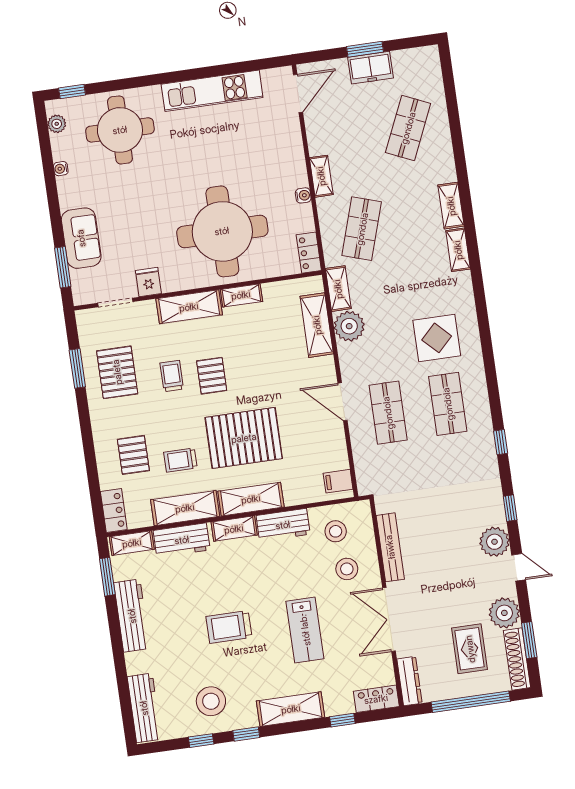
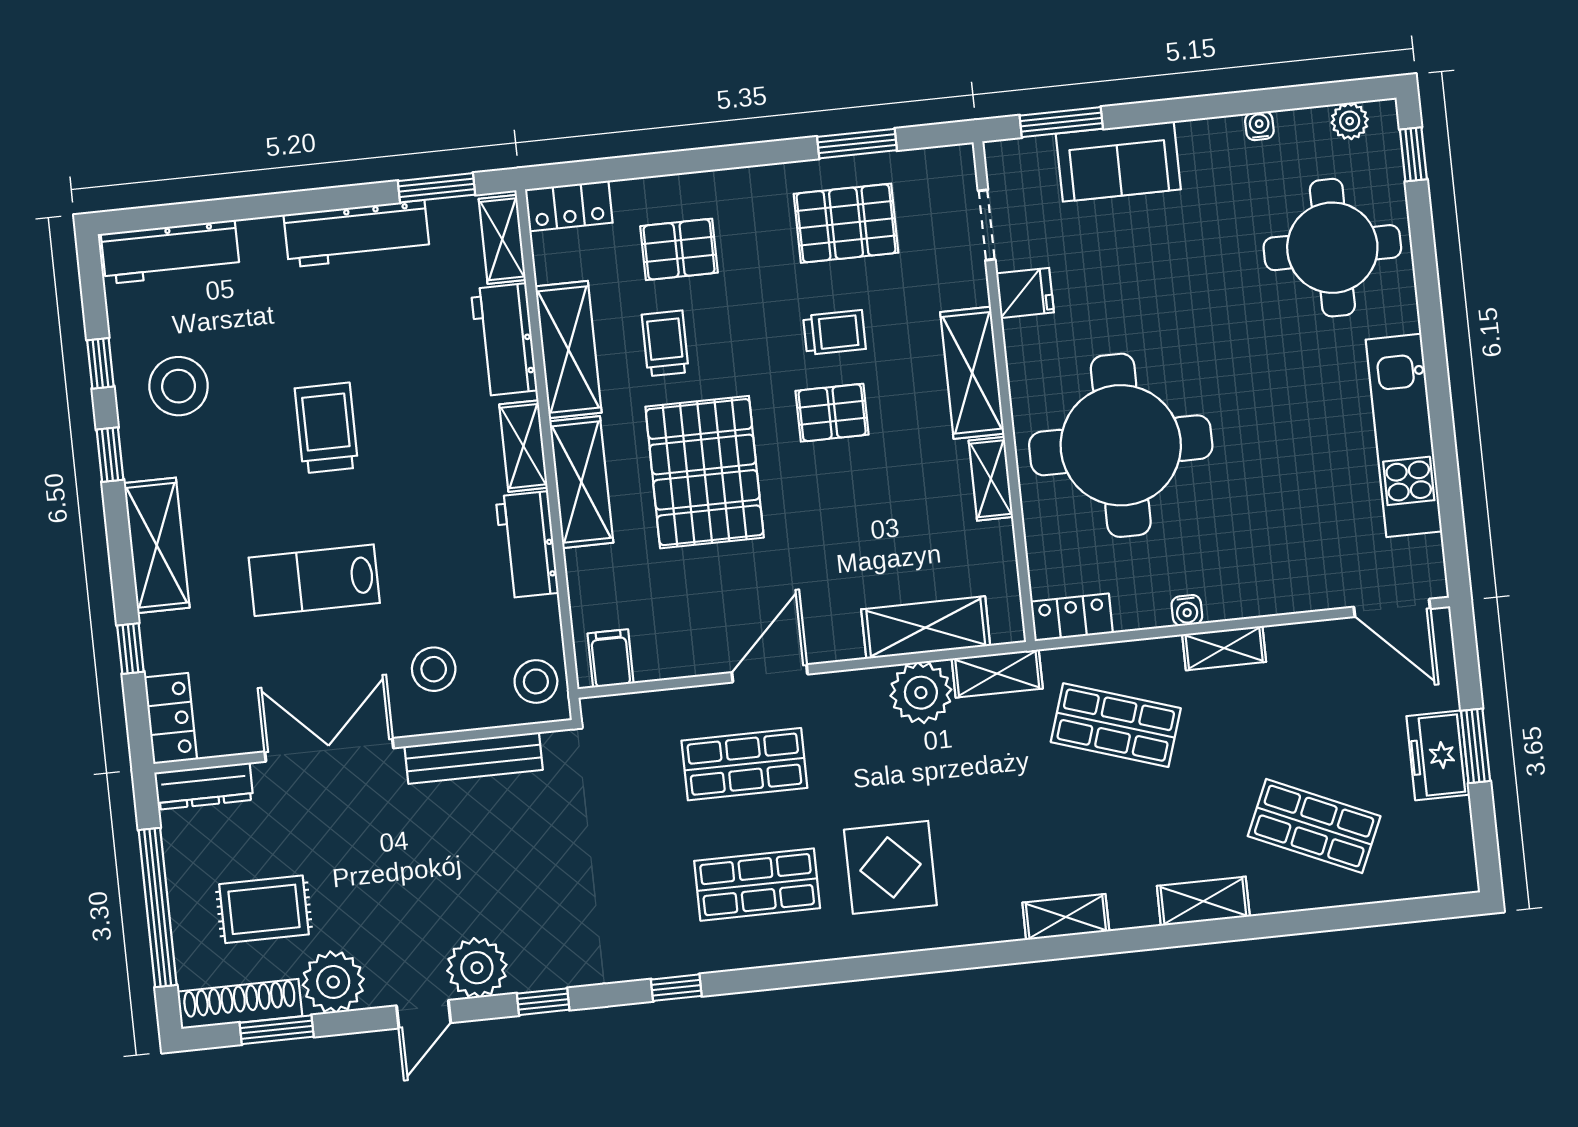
shelving: (451, 206) -> (1203, 901), moved
stool: (336, 531) -> (536, 681), moved

